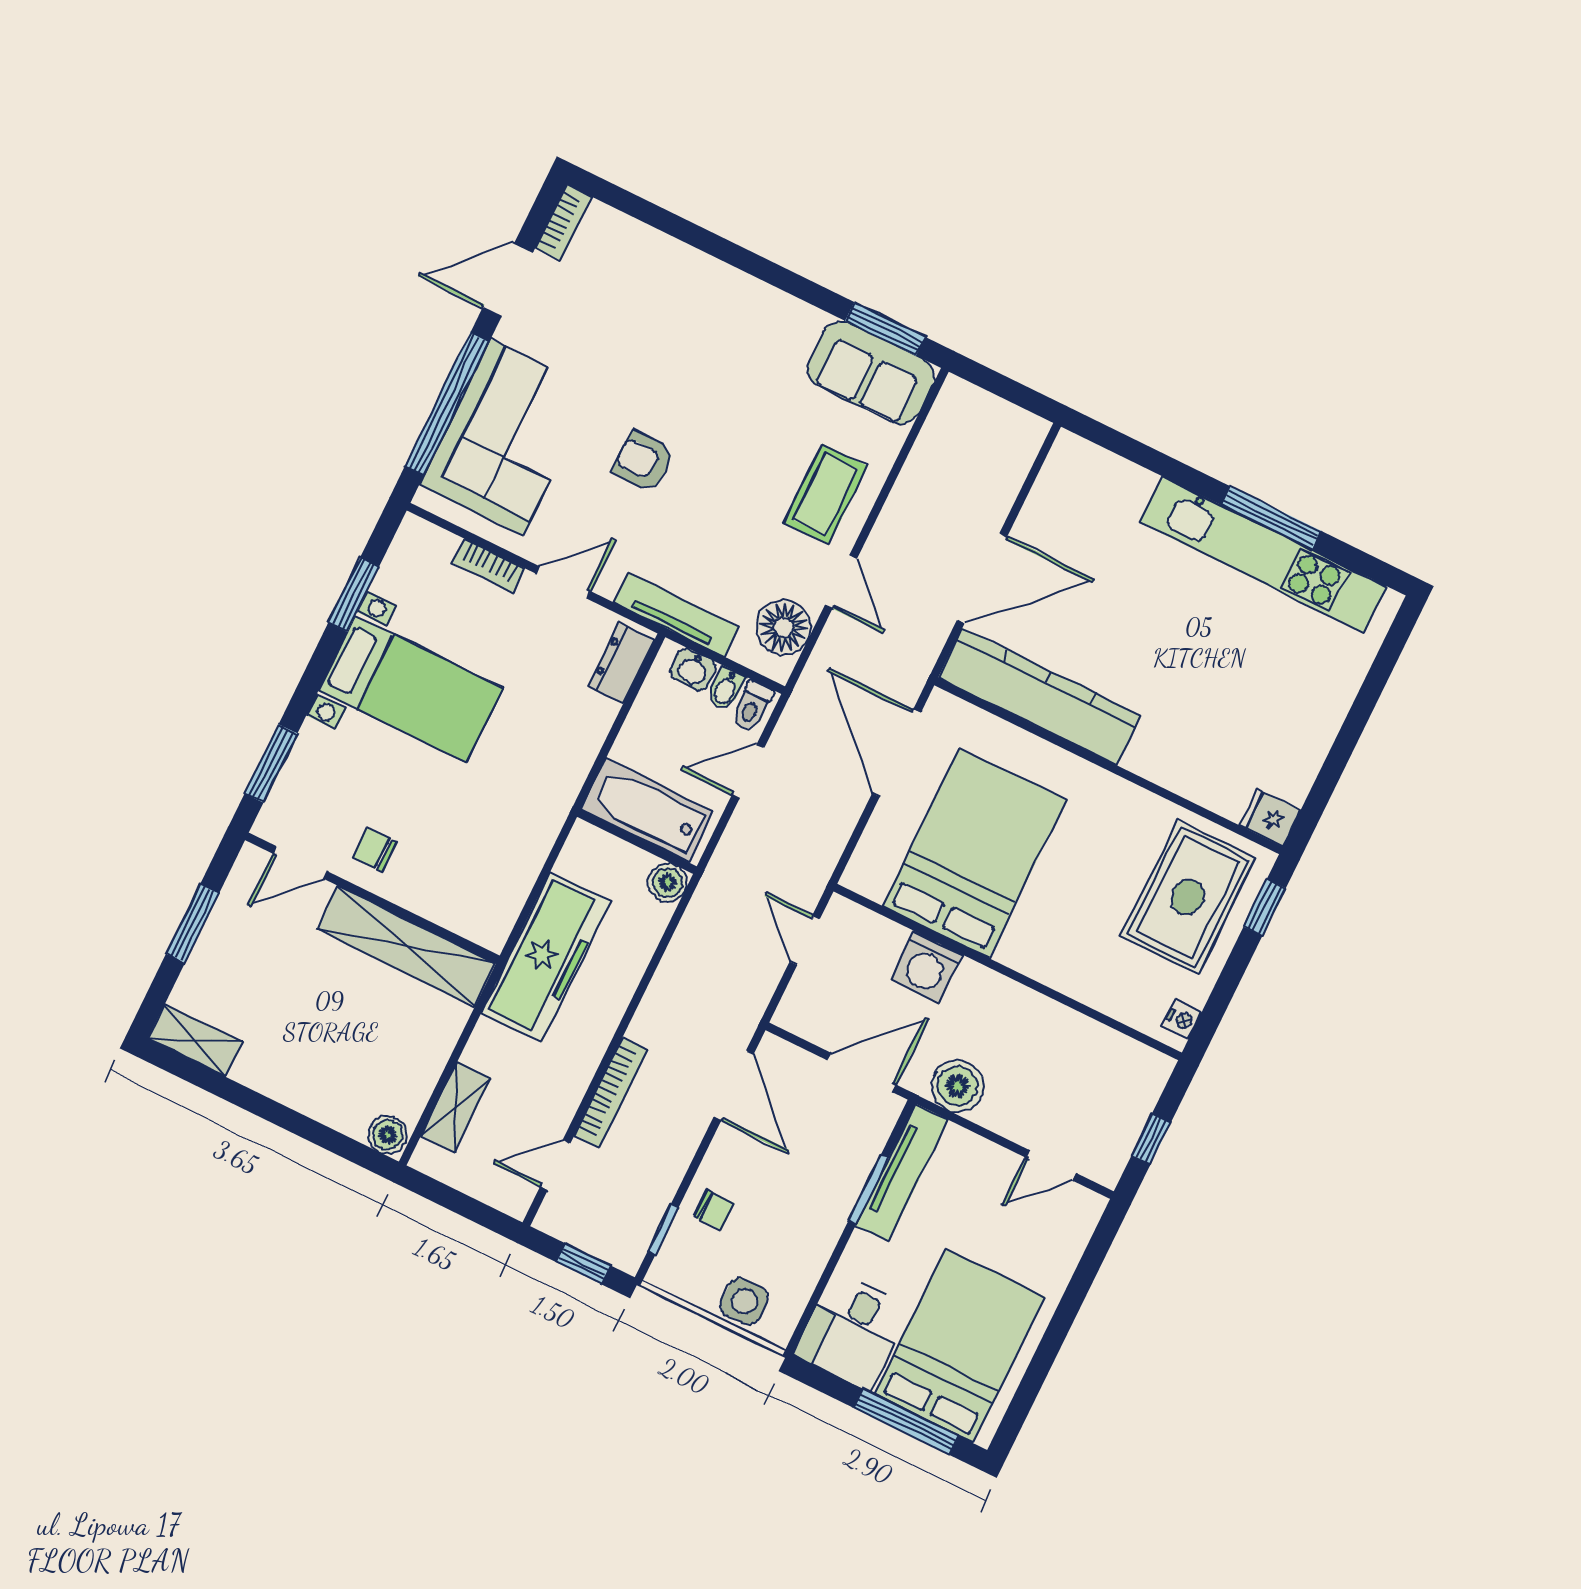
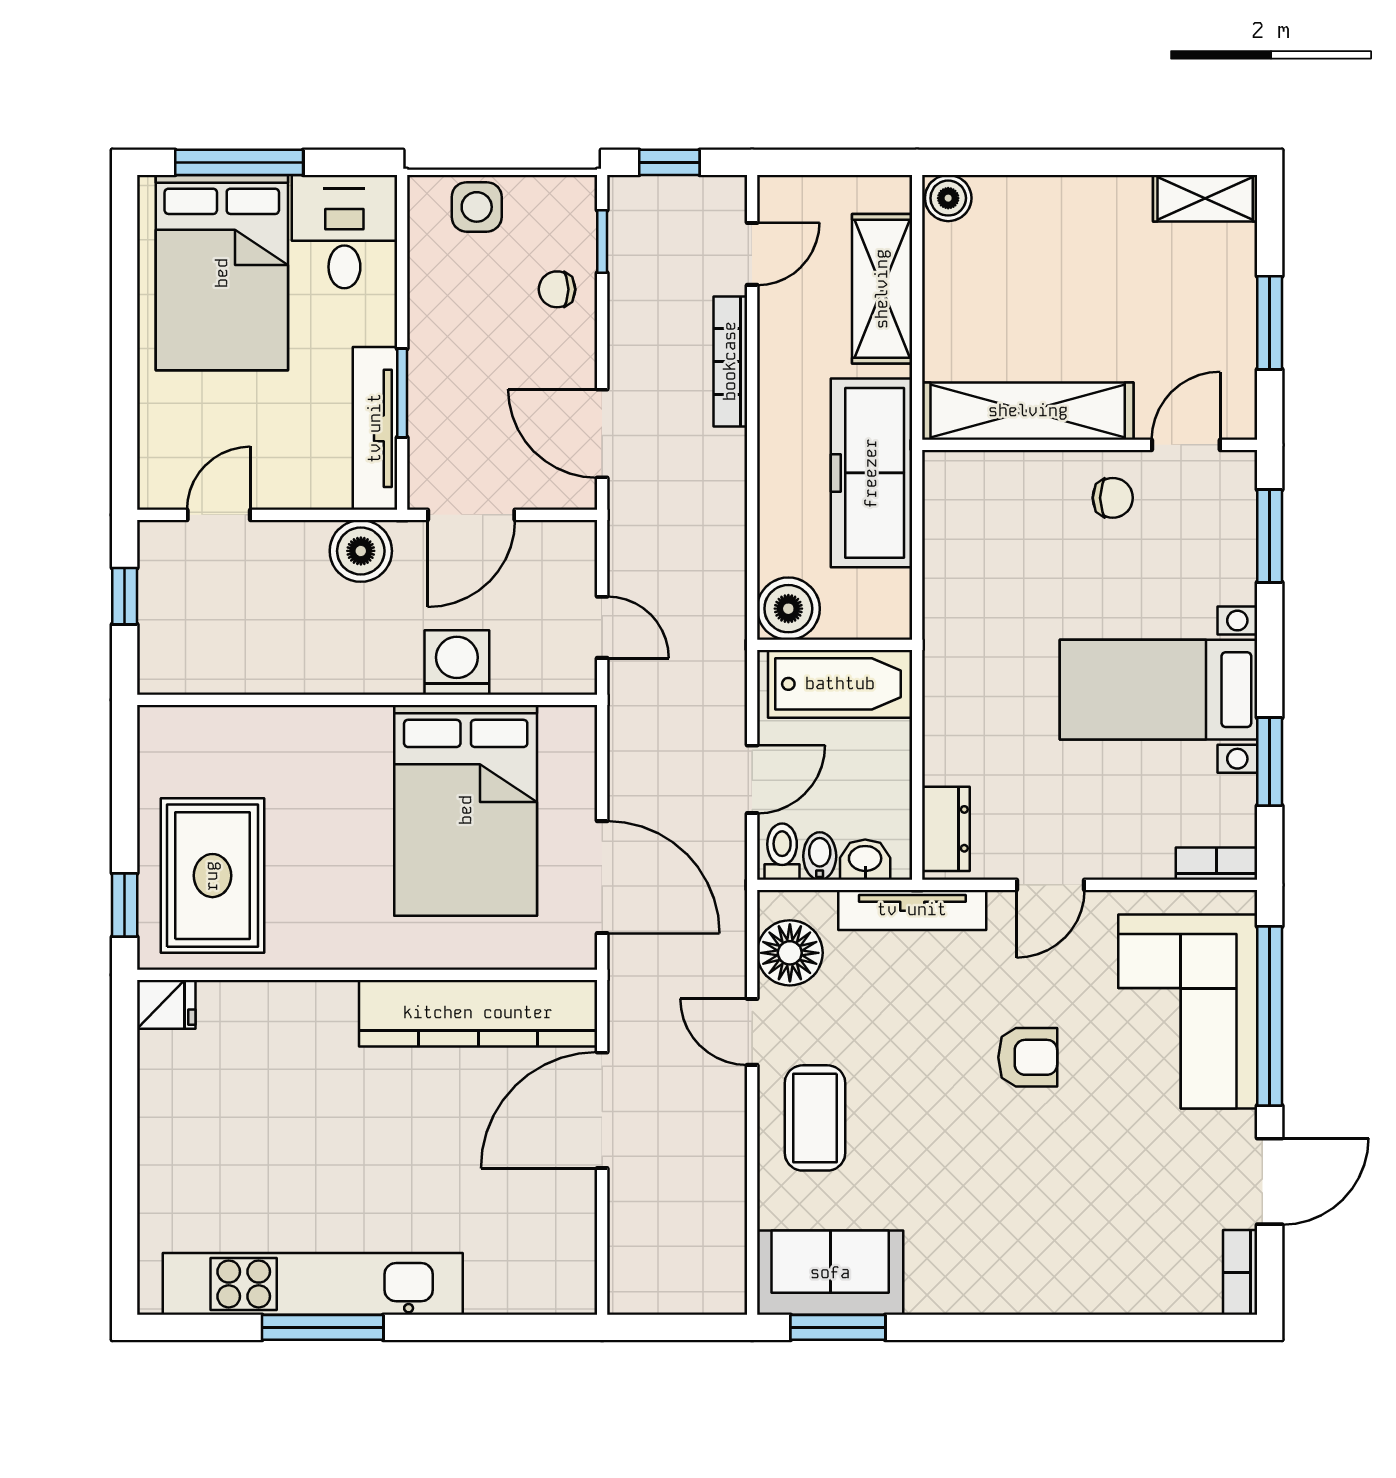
bookcase: (488, 566) -> (1216, 864), moved
boiler: (668, 883) -> (788, 609), width x1.36, depth x1.36
nightstand: (1182, 1020) -> (154, 741), removed
shelving: (456, 1107) -> (882, 289), width x1.50, depth x1.33

